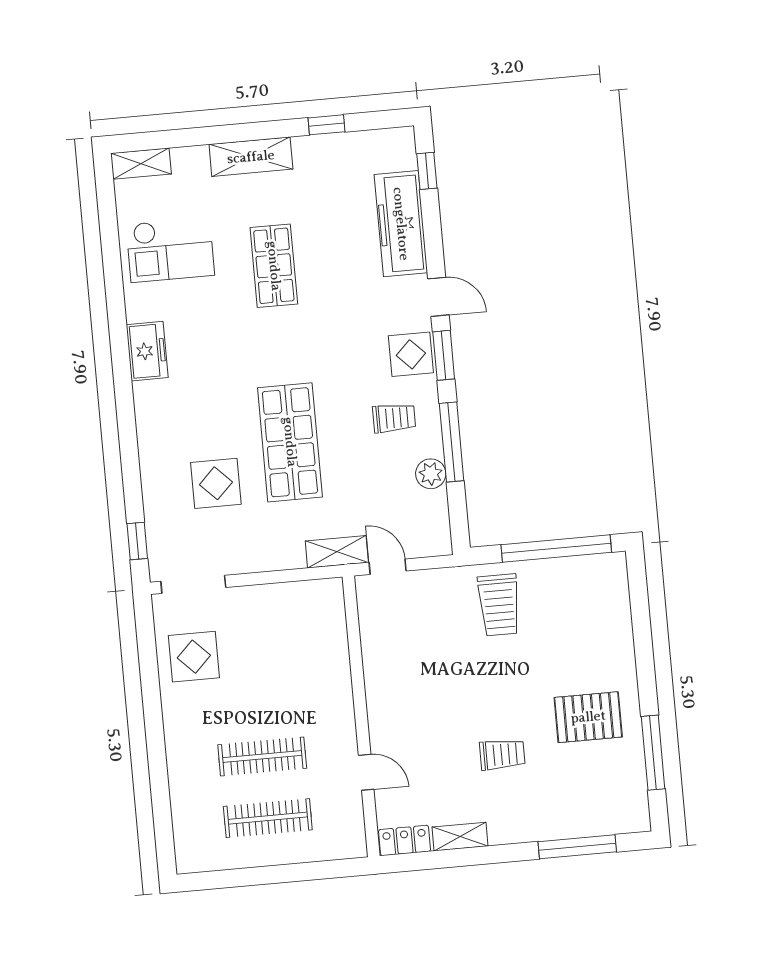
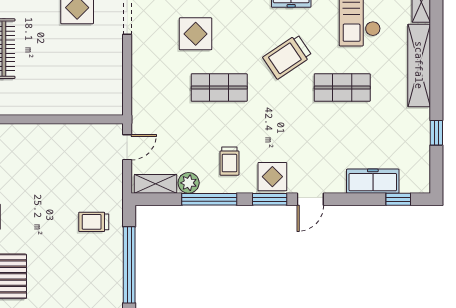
shelving: (251, 157) -> (419, 65), width x1.47
freezer: (401, 224) -> (373, 181), width x0.73, depth x0.79
trolley: (237, 349) -> (287, 57), added
shop shelf: (290, 442) -> (219, 88), width x0.70, depth x0.74
shelving: (337, 552) -> (155, 184), moved, turned 90
trolley: (499, 605) -> (94, 222), width x0.73, depth x0.72

